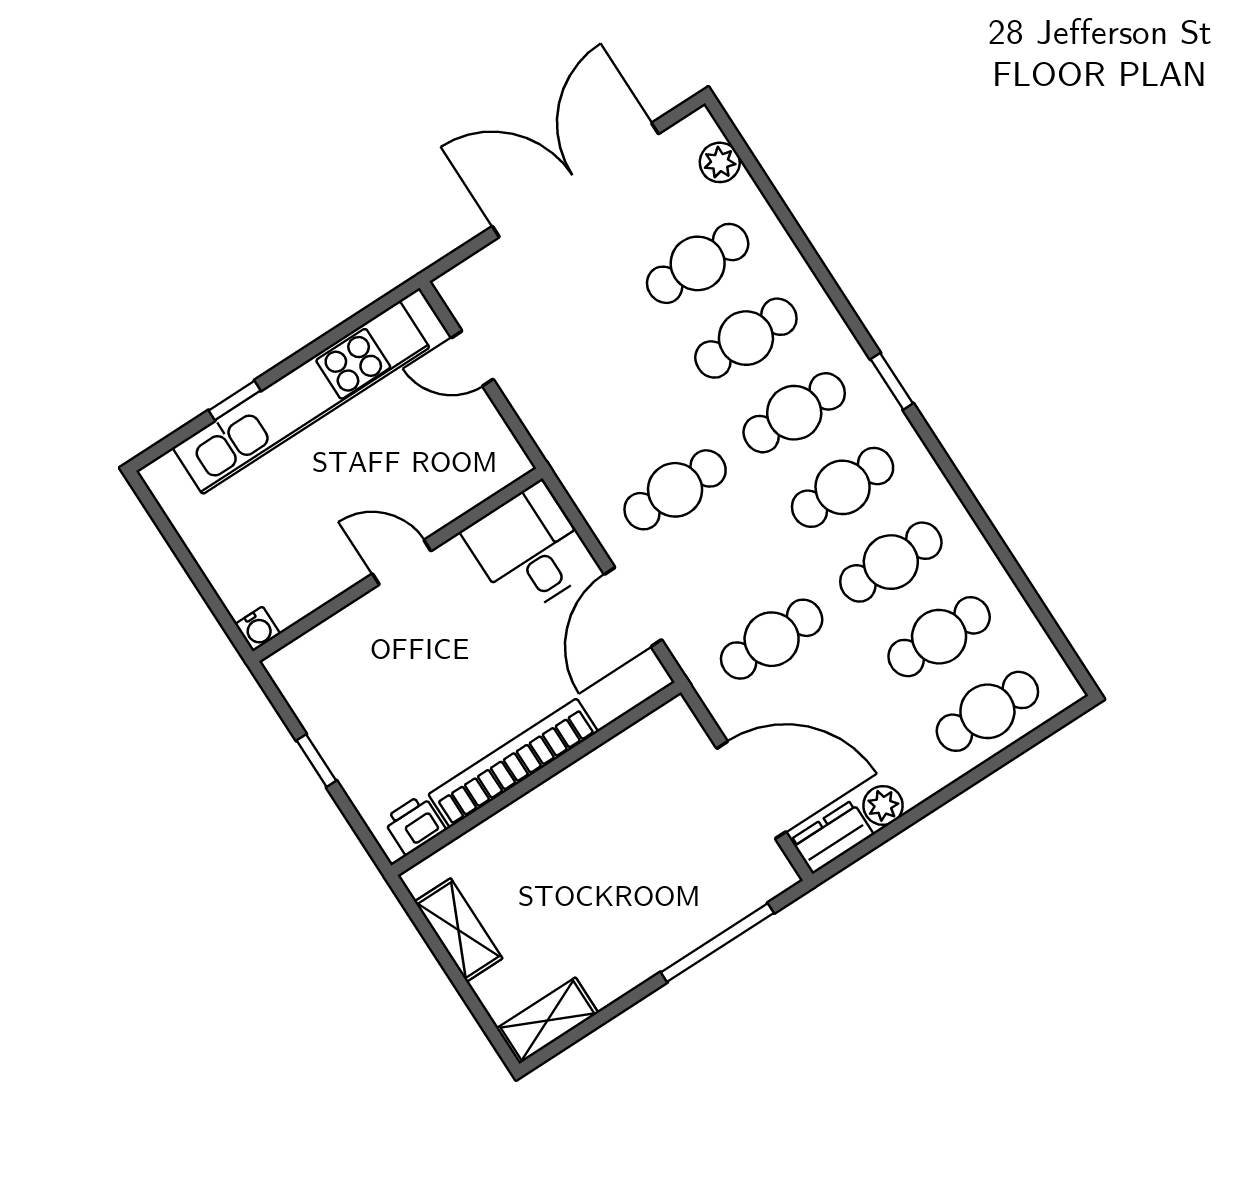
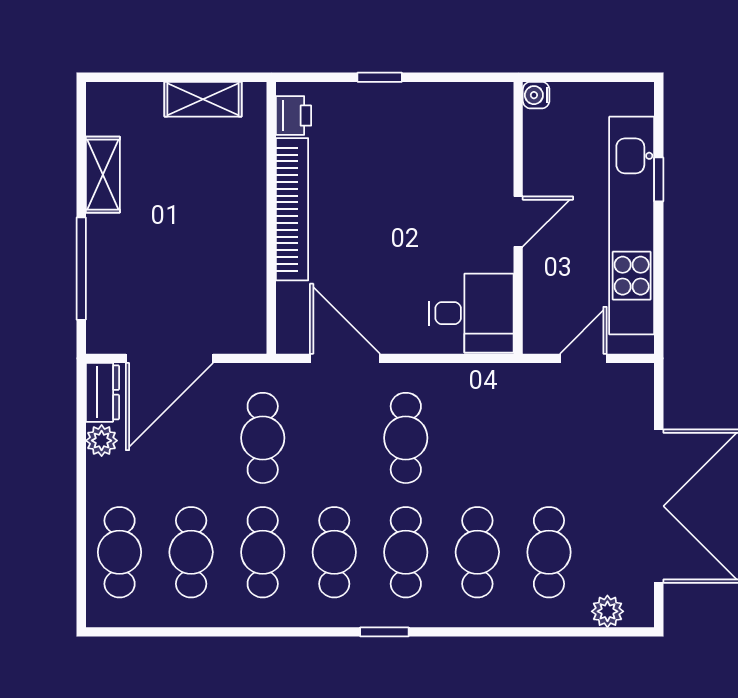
desk: (529, 550) -> (471, 313), moved
door: (402, 562) -> (518, 222), moved
wall: (398, 565) -> (518, 218), moved
water cooler: (258, 629) -> (536, 95), moved
shelving: (547, 1021) -> (103, 175), moved

